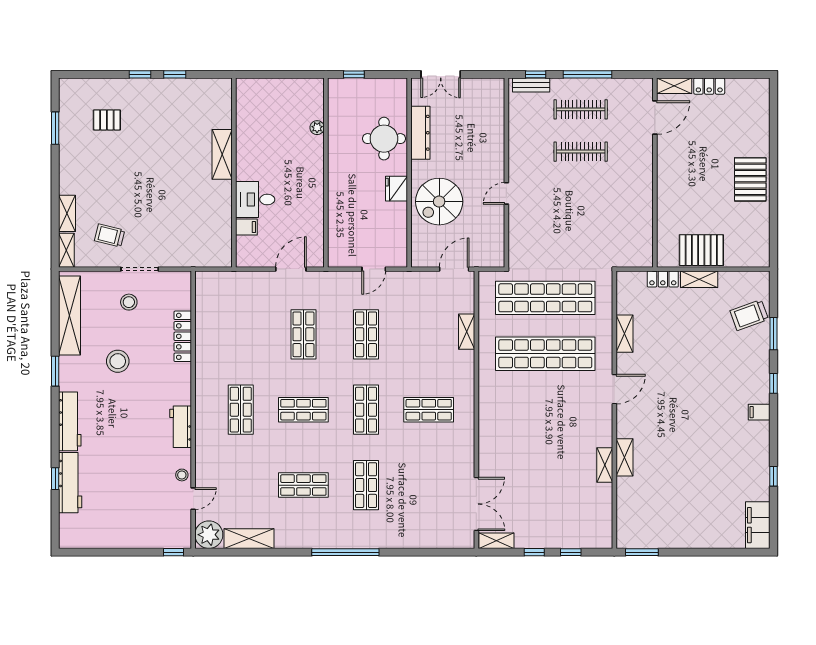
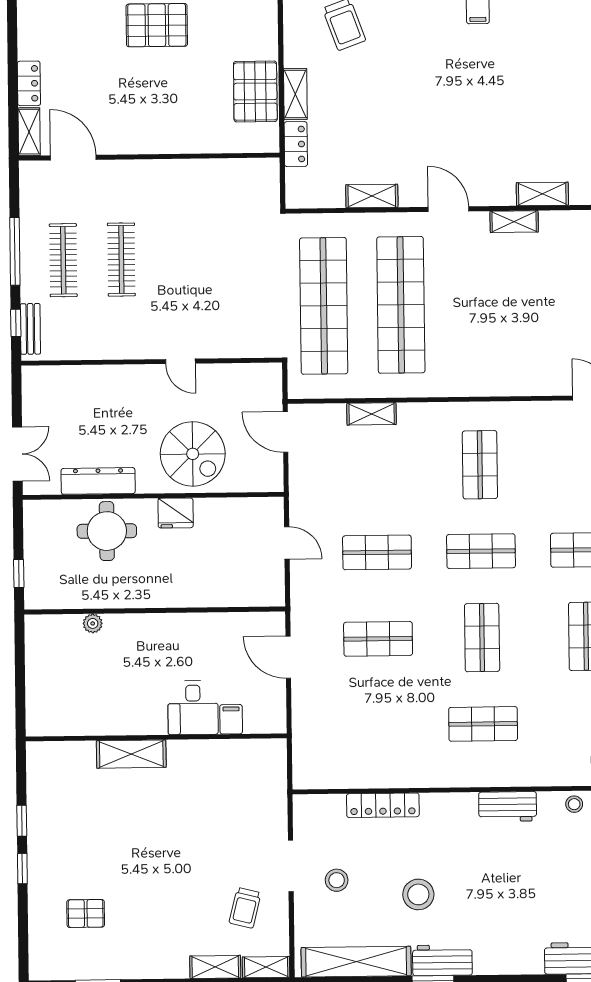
pallet: (107, 120) -> (86, 913), turned 90
workbench: (70, 421) -> (442, 960), moved, width x0.73
shelving: (605, 465) -> (514, 222), moved

